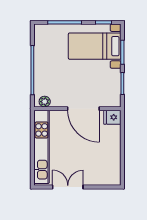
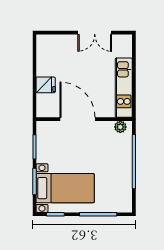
fridge: (112, 117) -> (46, 85), moved
kitchen unit: (42, 147) -> (124, 88), width x0.73

